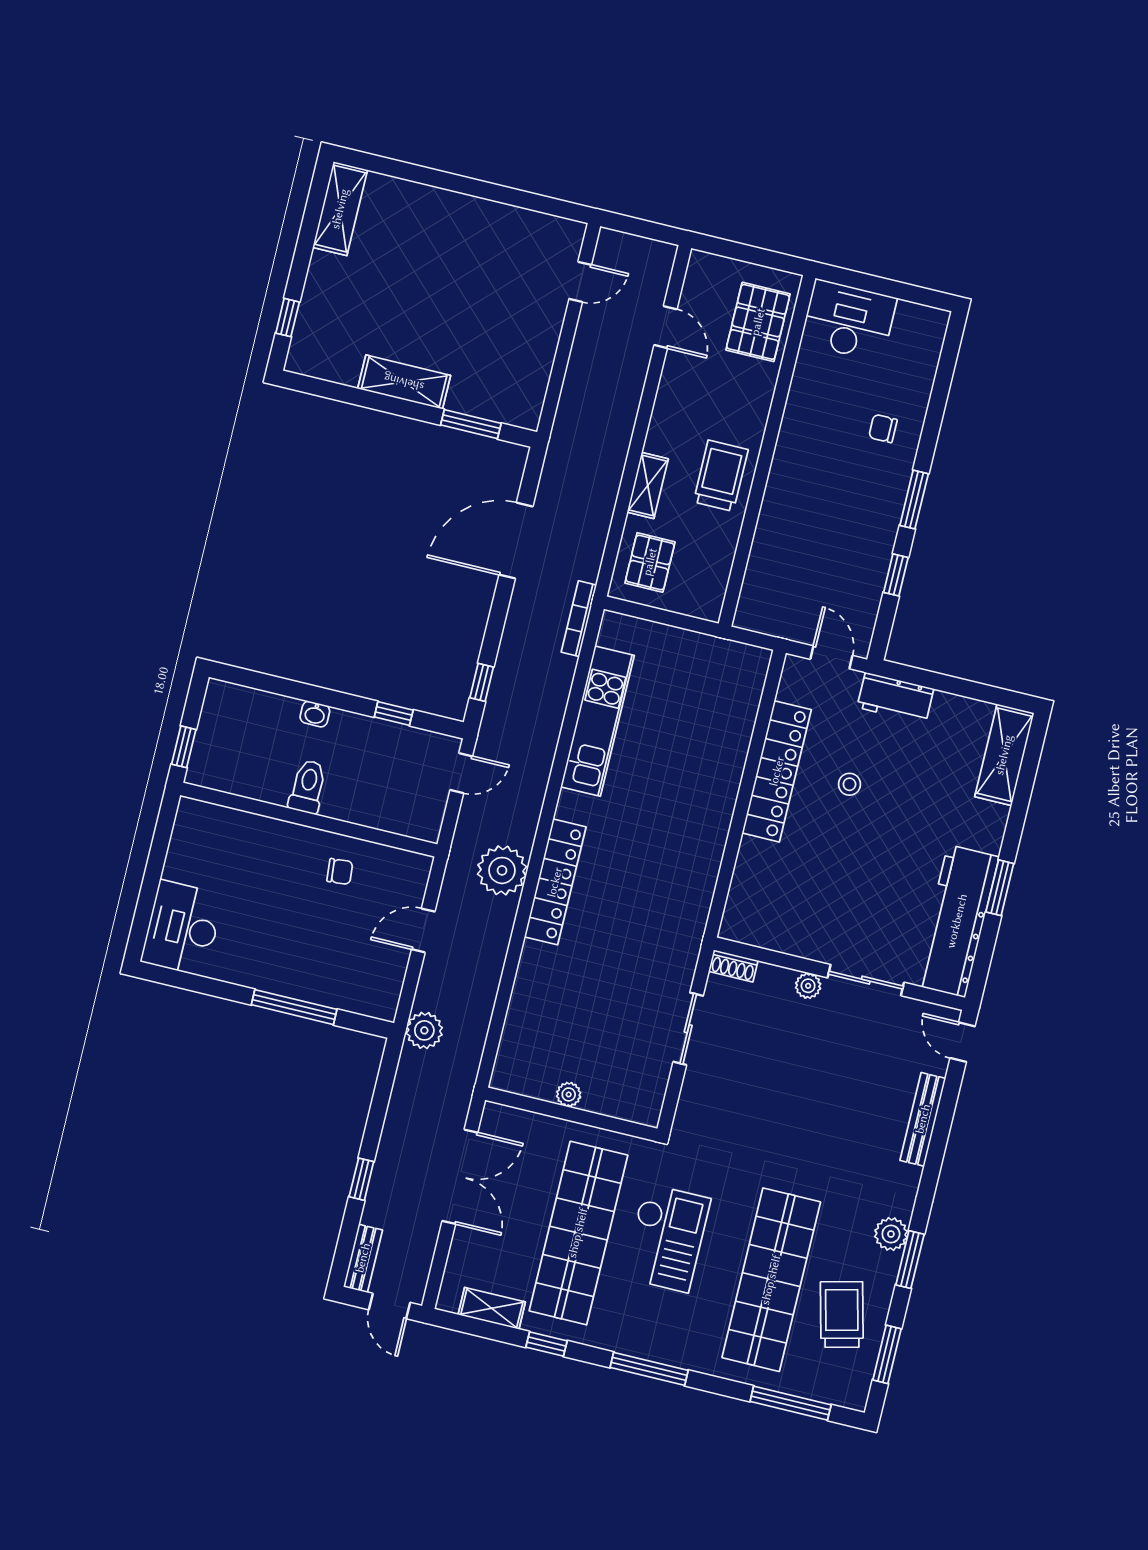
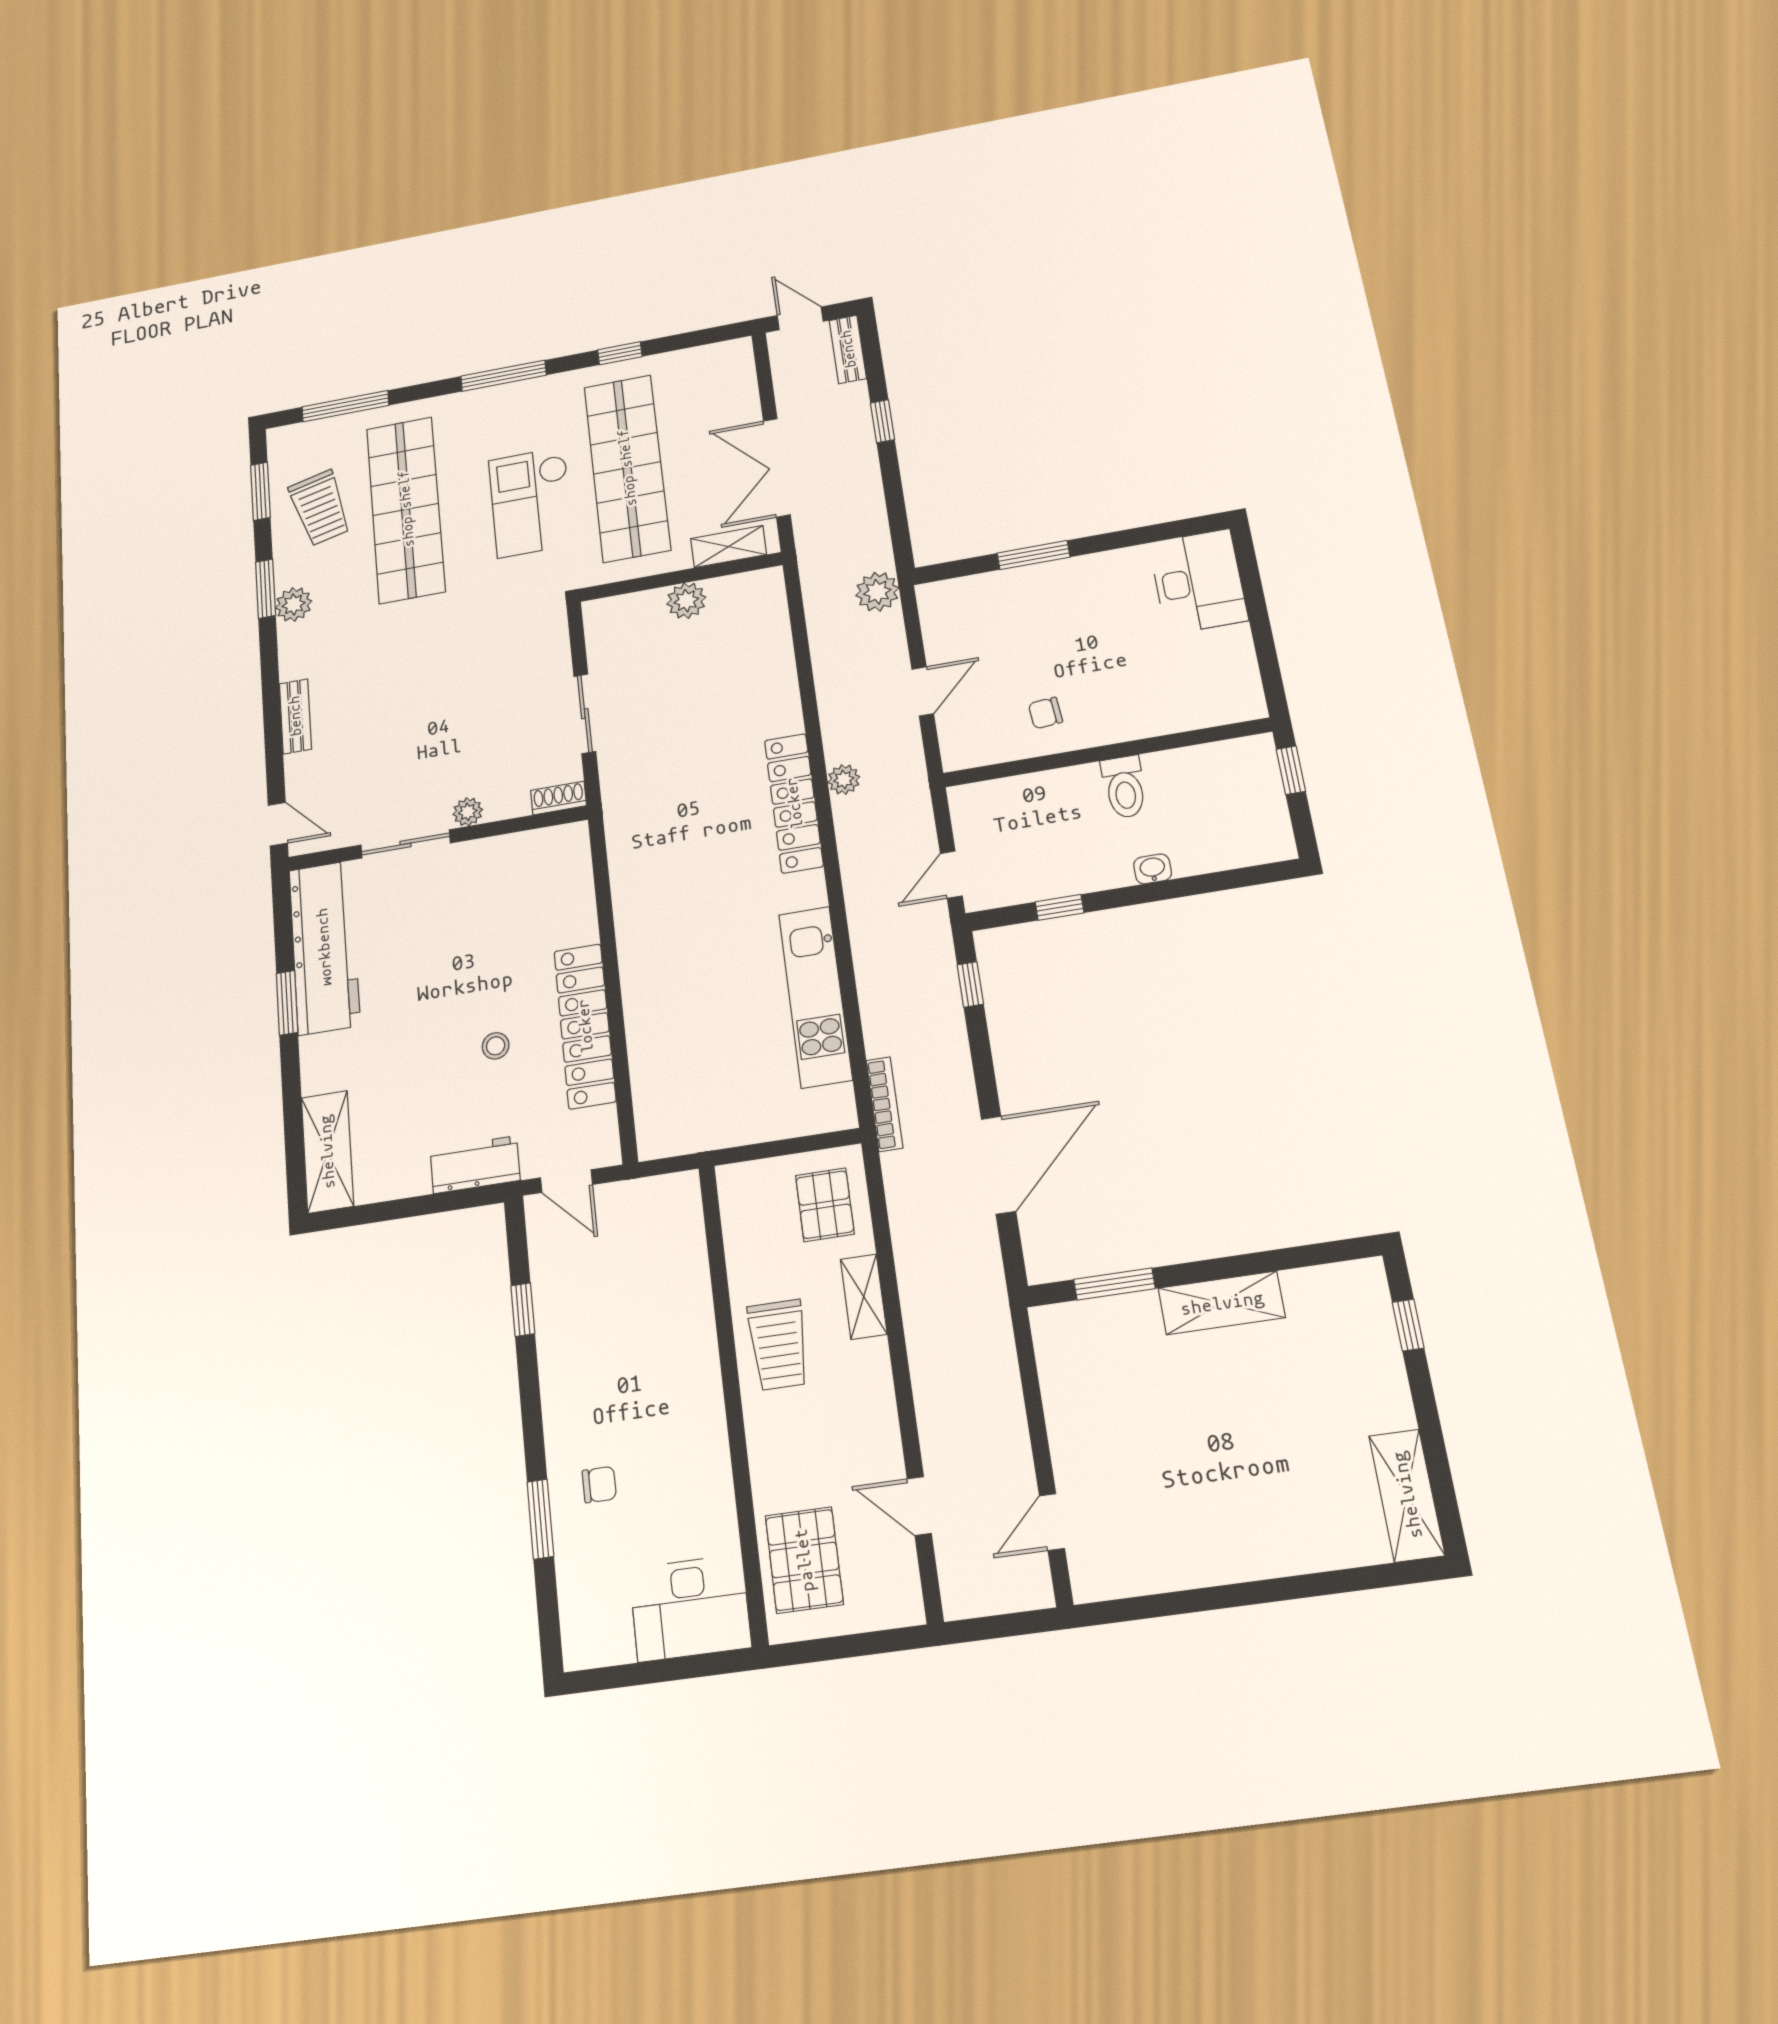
window: (914, 500) -> (540, 1519), moved
plant: (502, 870) -> (844, 779), width x0.53, depth x0.53
window: (294, 1007) -> (1033, 555), width x0.69
plant: (569, 1094) -> (686, 601), width x1.38, depth x1.38
bench: (923, 1119) -> (295, 716), width x0.73
shelving: (492, 1308) -> (729, 547), moved

